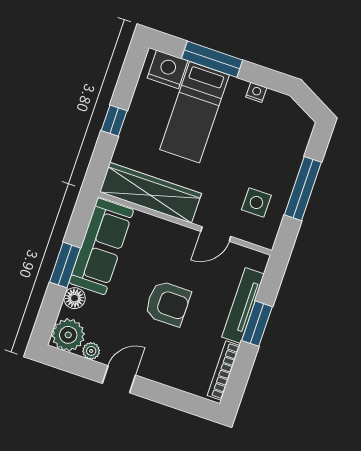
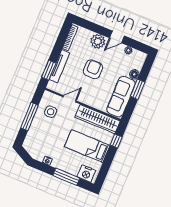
bed: (195, 112) -> (87, 146), moved, turned -90
window: (114, 121) -> (116, 141), moved
armchair: (168, 303) -> (93, 69), turned 90
window: (257, 324) -> (49, 70), moved
plant: (68, 335) -> (98, 41), moved

